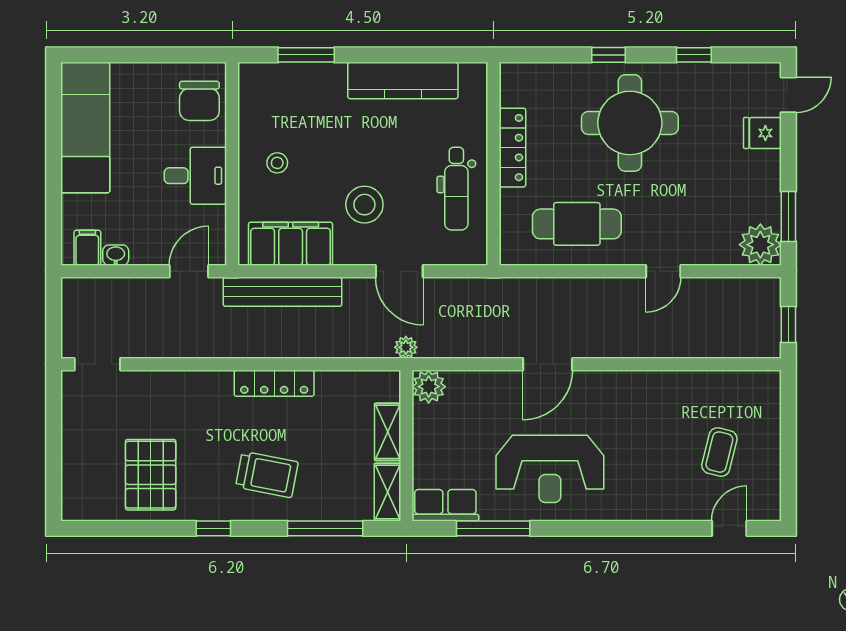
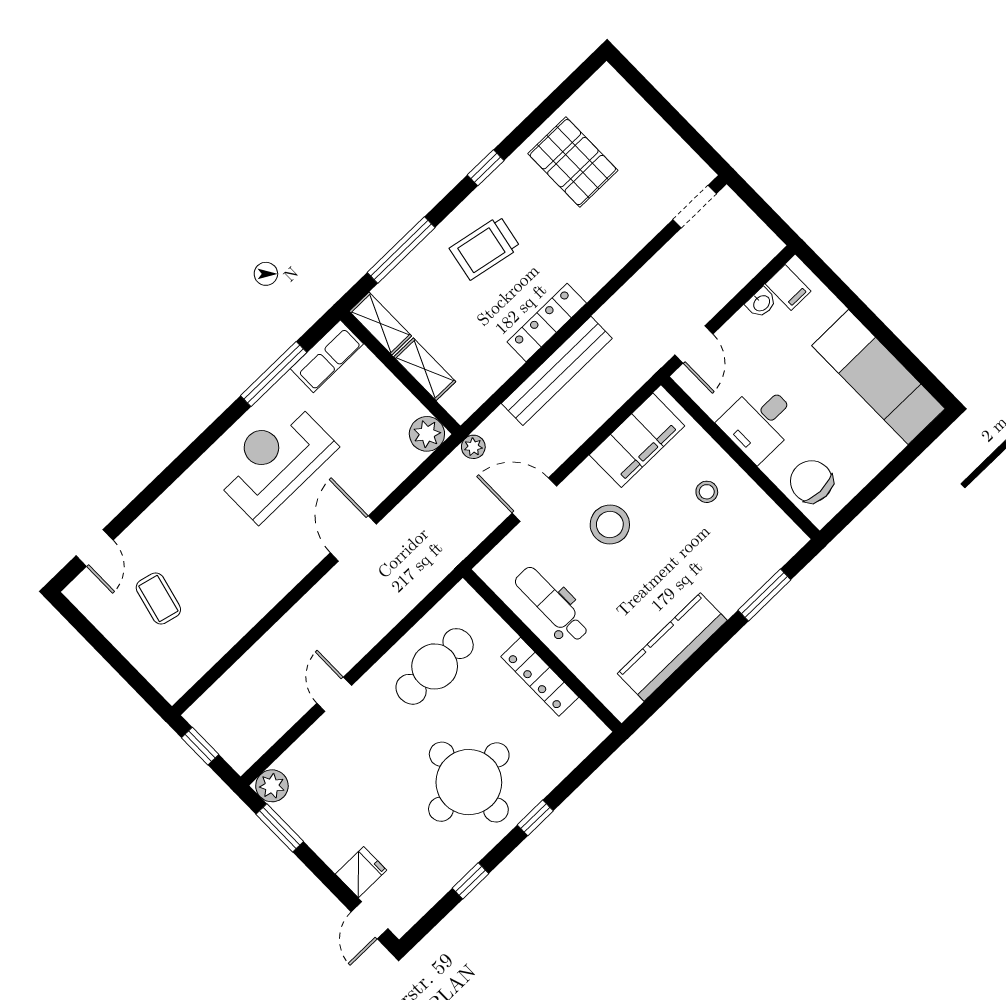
plant: (760, 245) -> (272, 786), width x0.73, depth x0.73
bench: (282, 292) -> (557, 371), moved

